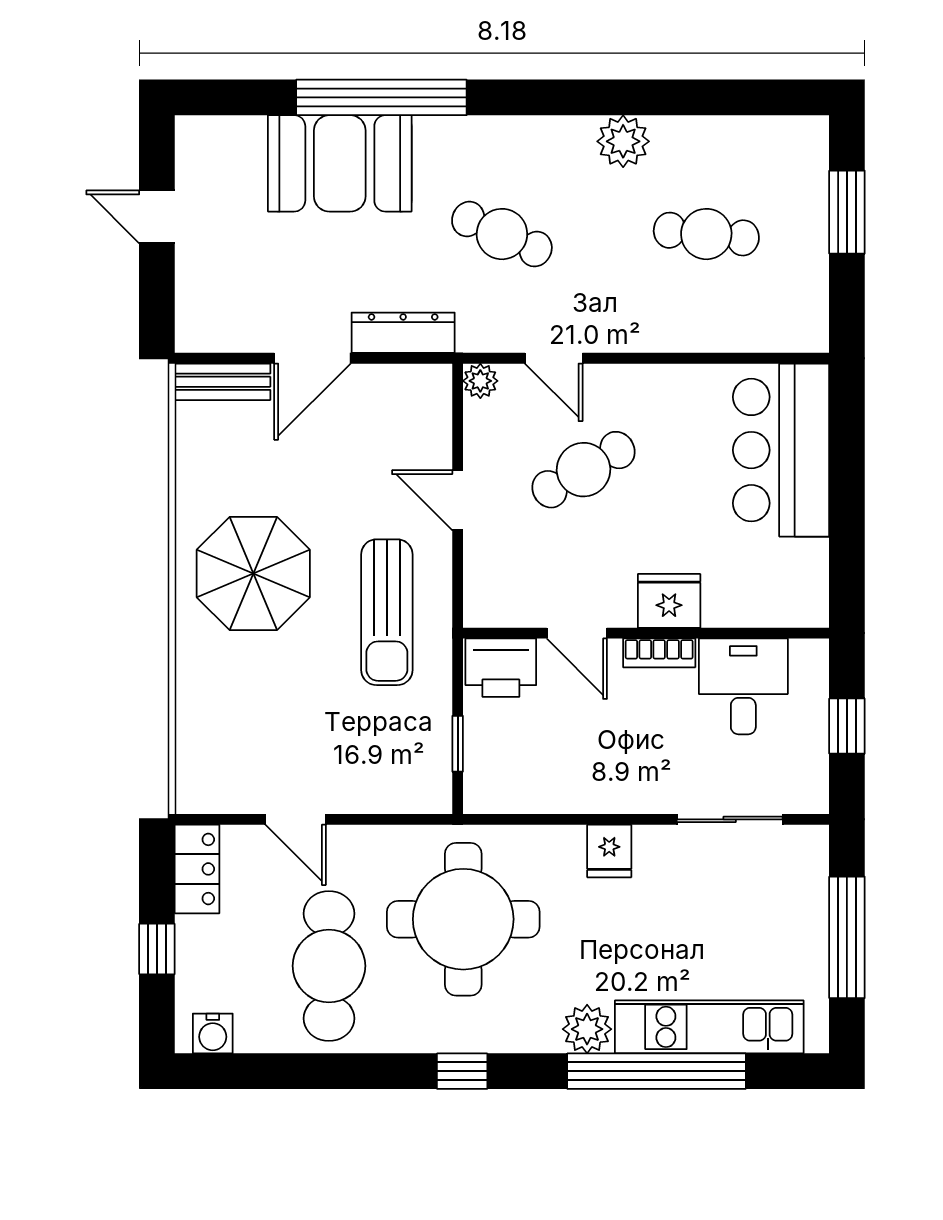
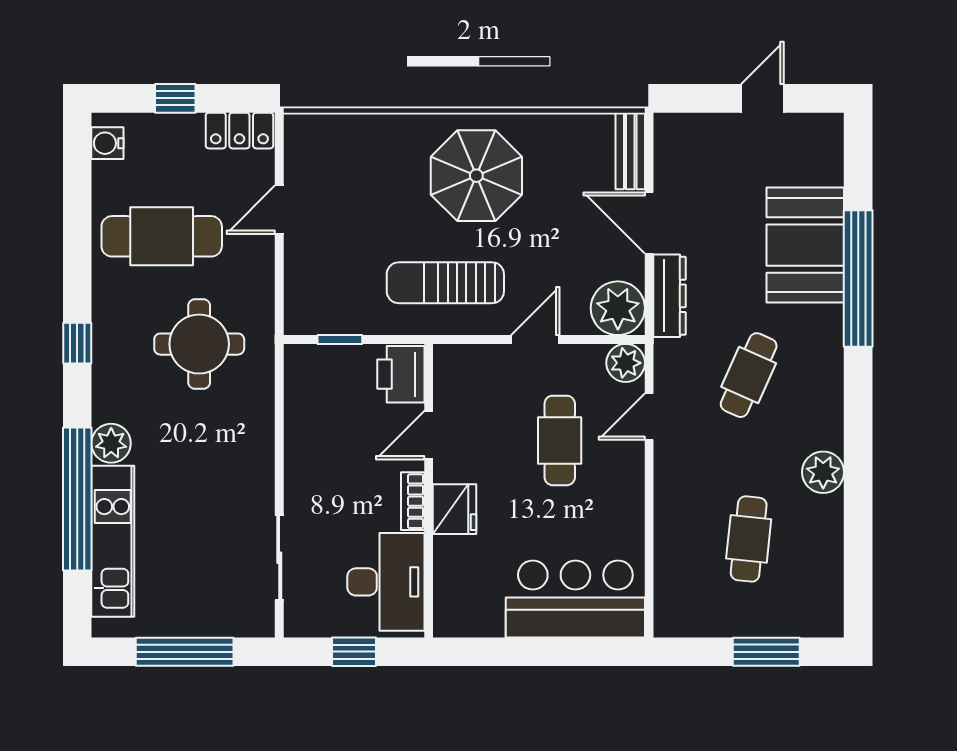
plant: (480, 381) -> (626, 363), width x1.38, depth x1.38
plant: (419, 397) -> (618, 308), added
cafe table: (583, 470) -> (560, 440), turned 30
desk: (743, 686) -> (386, 582), width x1.37
fridge: (609, 851) -> (254, 461), removed
round table: (463, 919) -> (199, 344), width x0.73, depth x0.73

